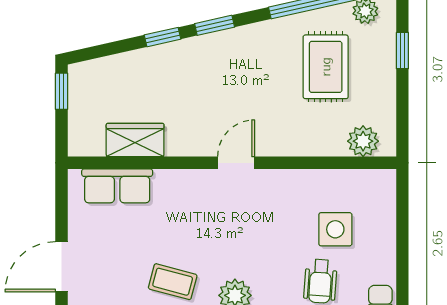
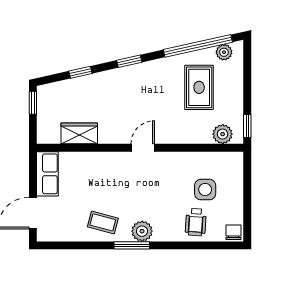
window: (163, 37) -> (80, 72), moved
window: (402, 51) -> (247, 126), moved
row of seats: (117, 186) -> (47, 174), moved, turned -90

